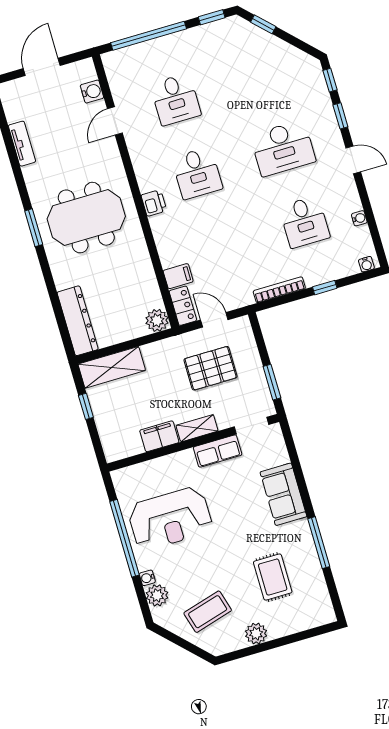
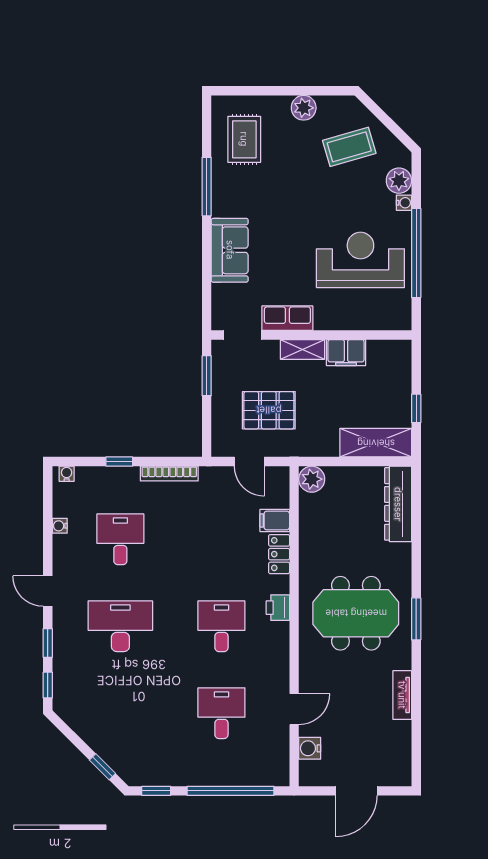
tv unit: (22, 144) -> (402, 695), moved
locker: (183, 306) -> (279, 554), moved
rug: (273, 577) -> (244, 139), moved

